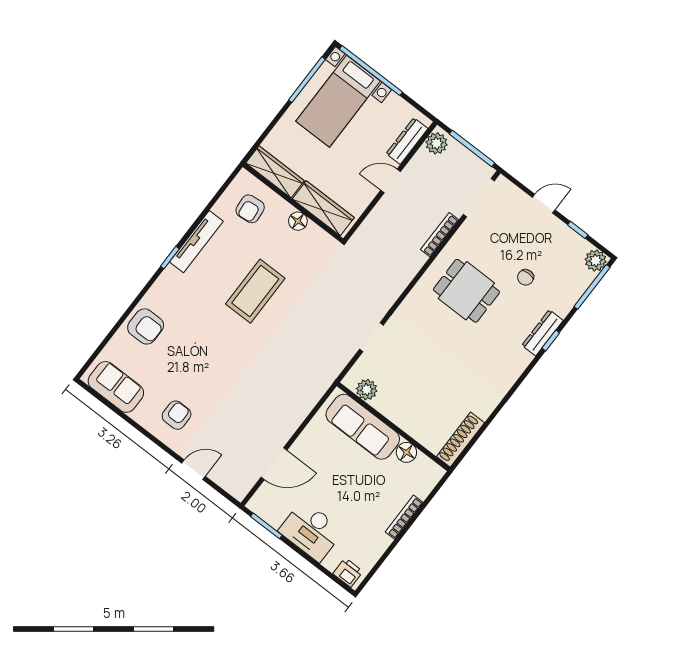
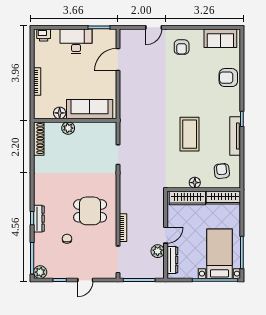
plant: (436, 143) -> (158, 251), moved
plant: (367, 390) -> (68, 128), moved

